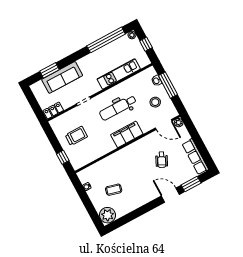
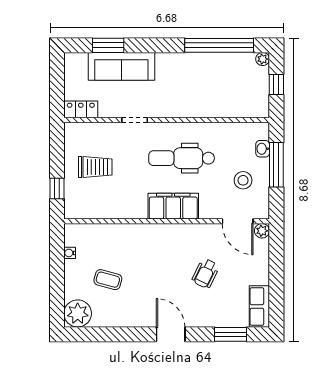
kitchen unit: (119, 74) -> (211, 107), removed
row of seats: (195, 157) -> (259, 307), width x0.68
door: (170, 195) -> (171, 334), moved

